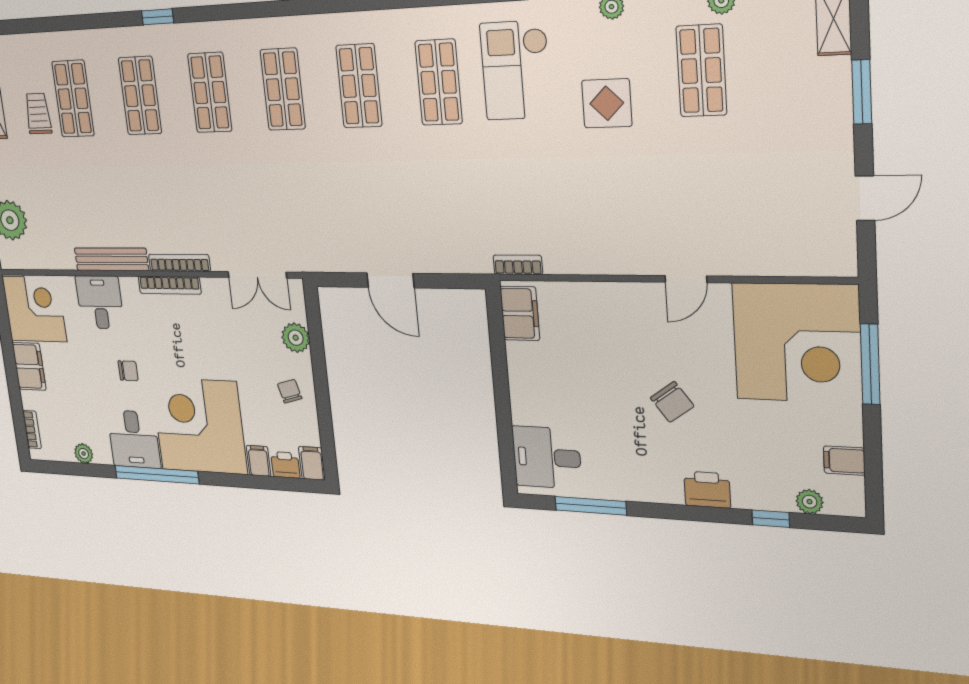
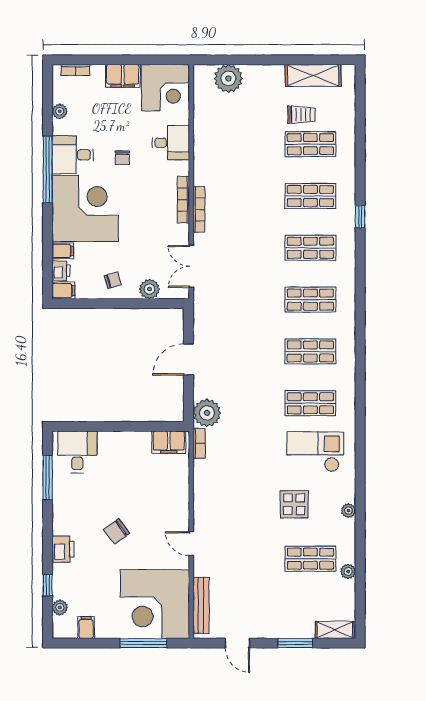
plant: (469, 252) -> (207, 413), added
bench: (111, 259) -> (201, 605), moved

